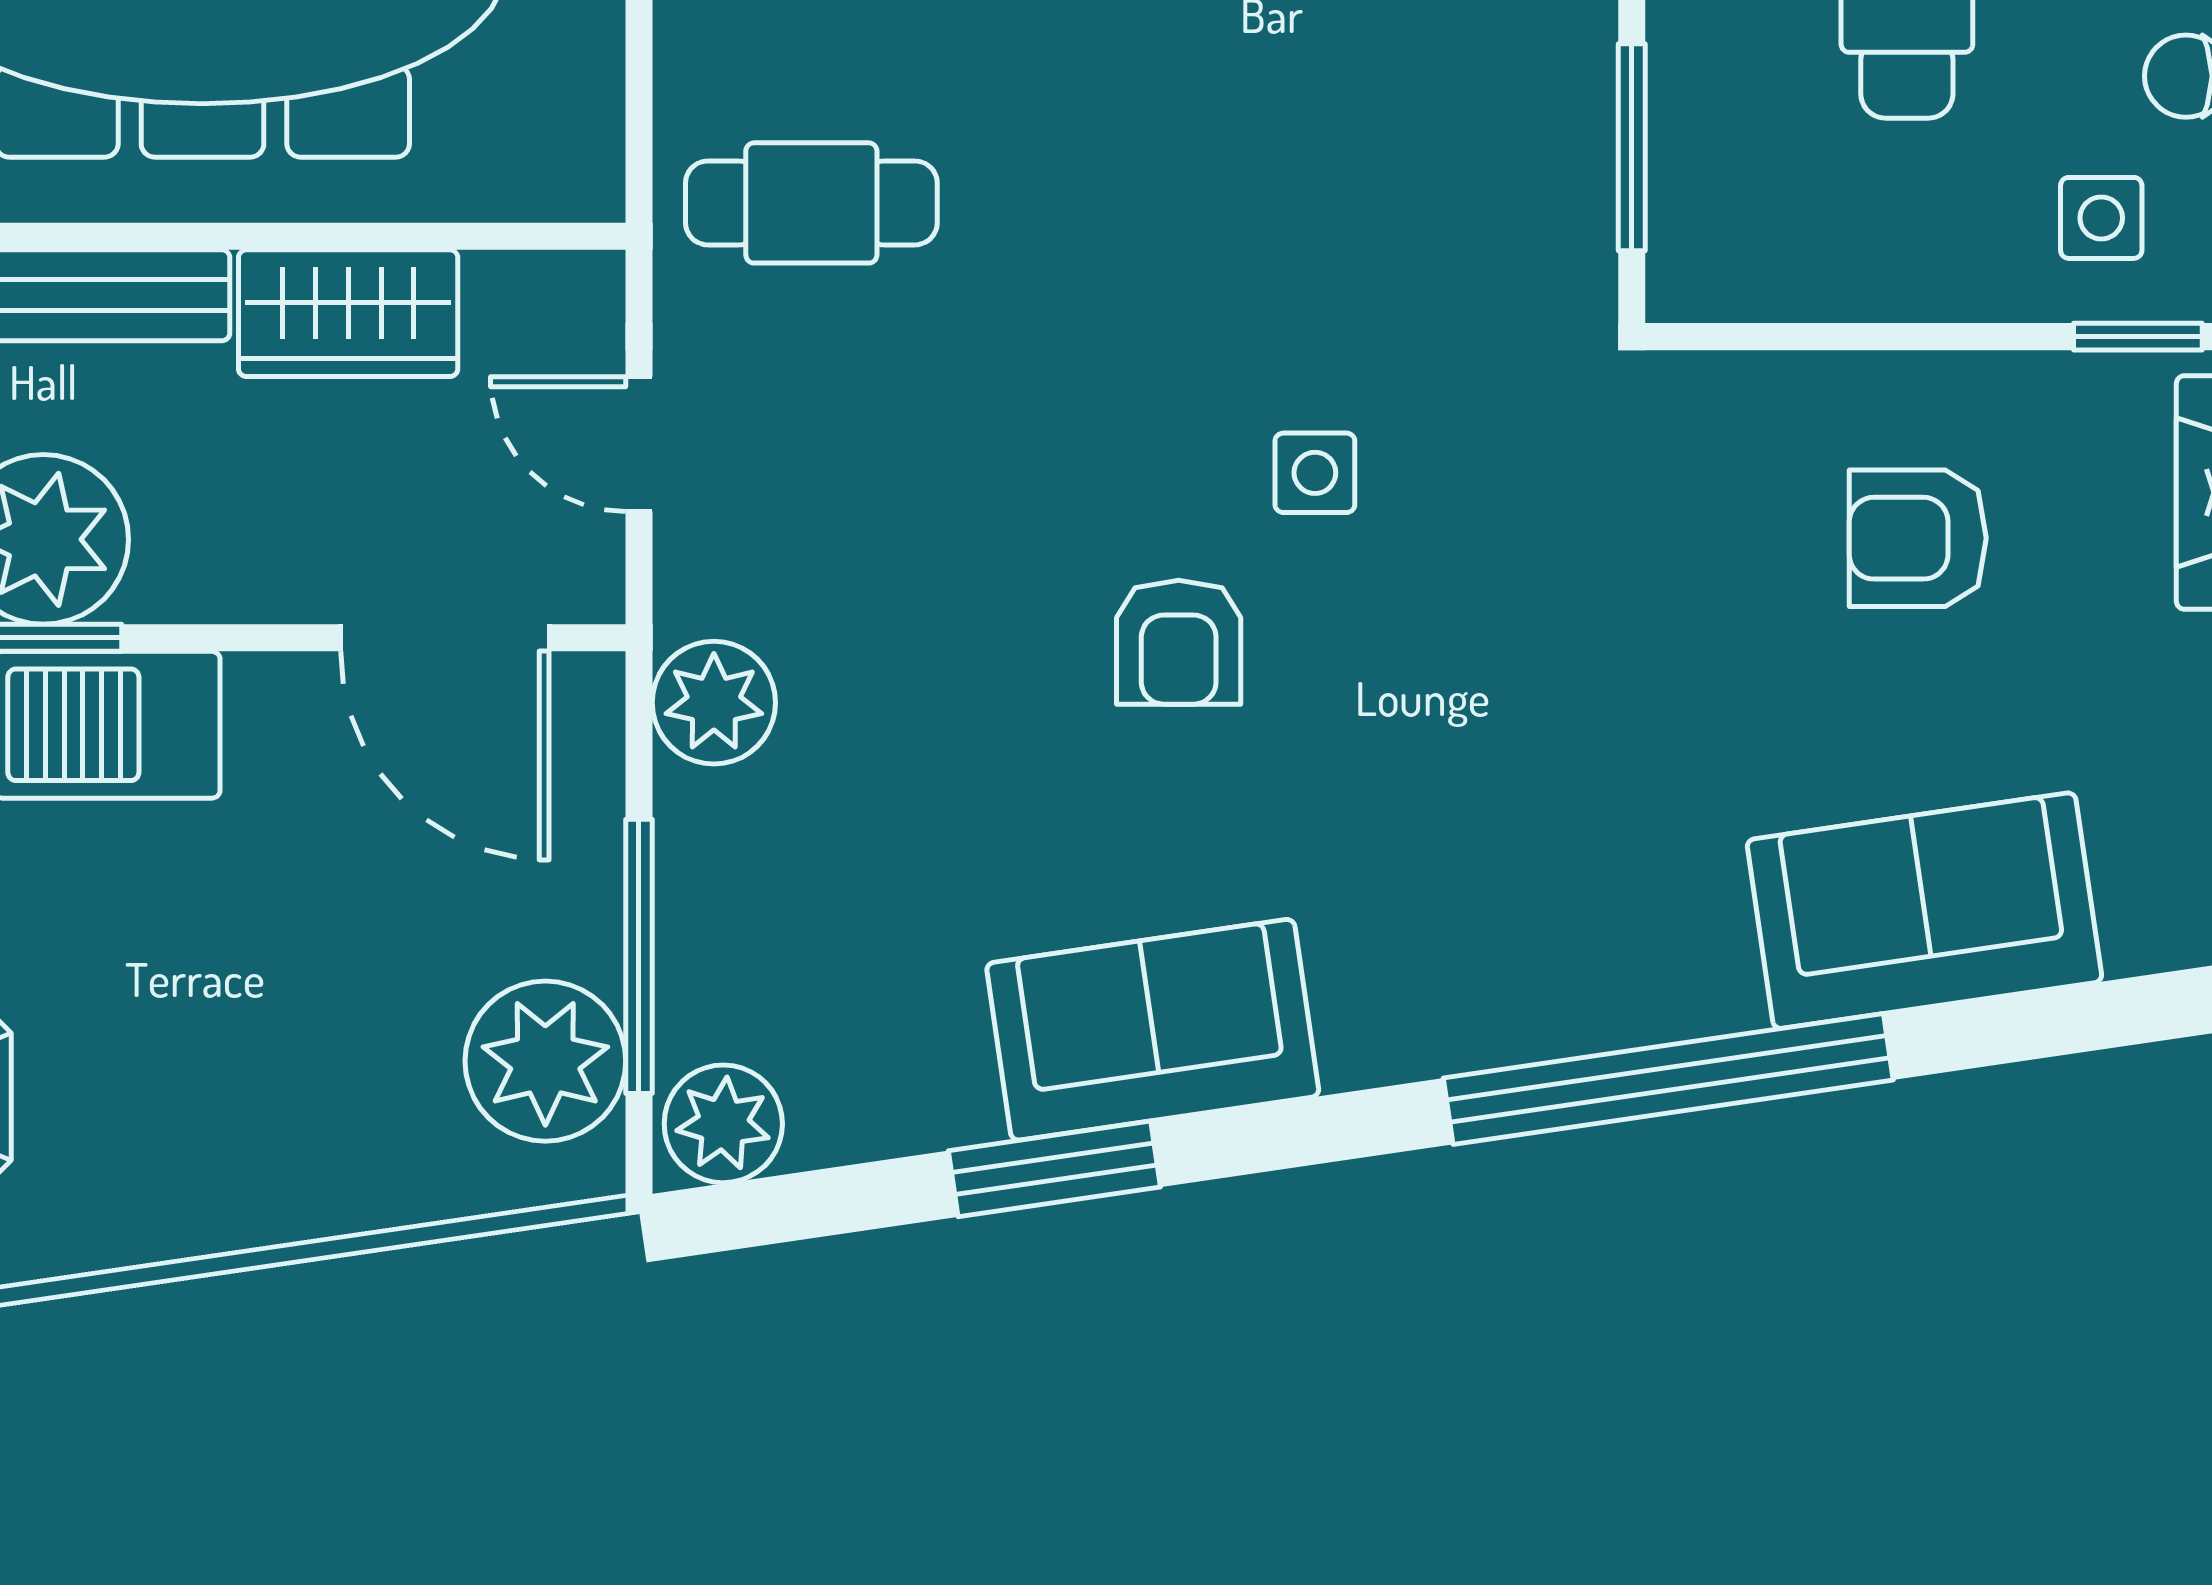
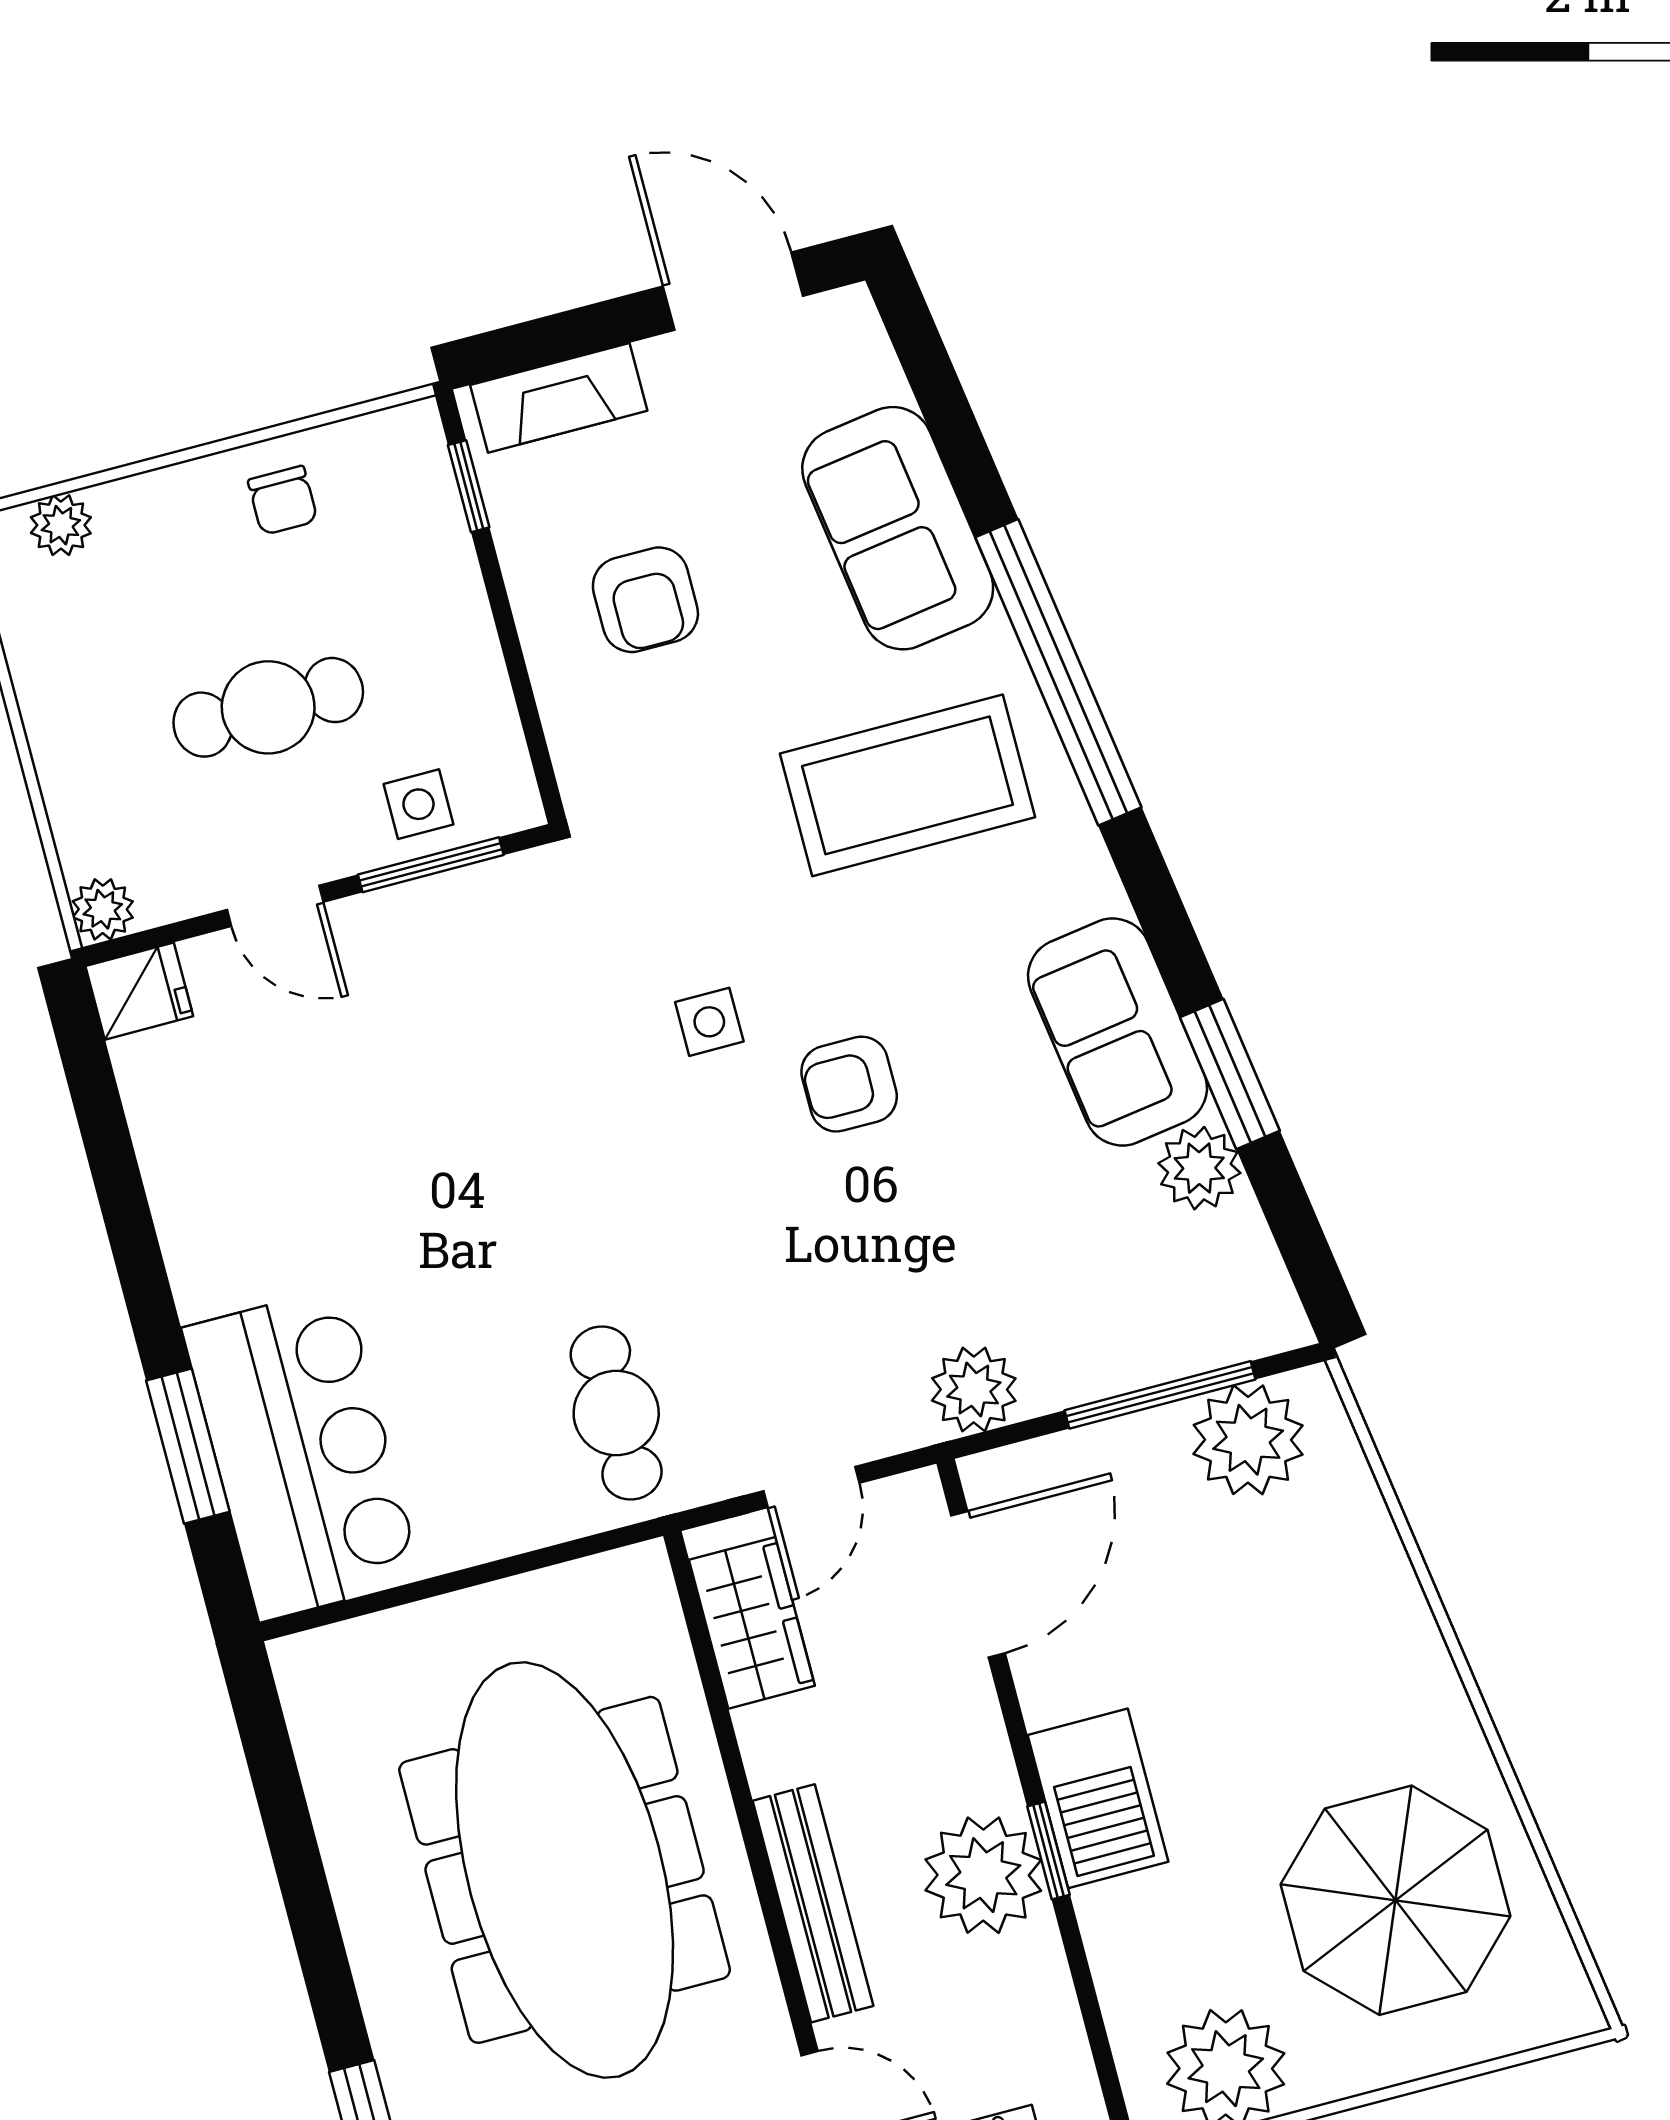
side table: (2101, 218) -> (418, 804), moved
wardrobe: (348, 313) -> (752, 1623), moved
armchair: (1179, 642) -> (849, 1084), turned 180
coffee table: (1568, 831) -> (907, 785), added
plant: (723, 1124) -> (1199, 1168), moved

